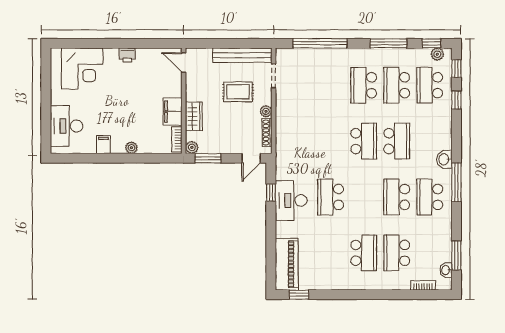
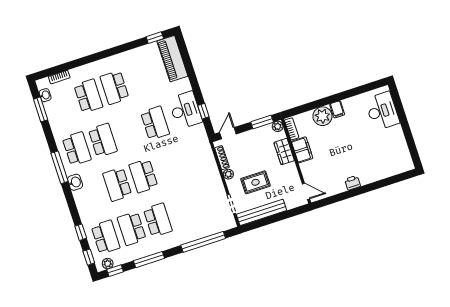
corner desk: (82, 69) -> (385, 160), removed
school desk: (397, 85) -> (132, 229), turned 180
filing cabinet: (103, 145) -> (337, 109), moved
plant: (131, 148) -> (322, 116), width x1.87, depth x1.87

